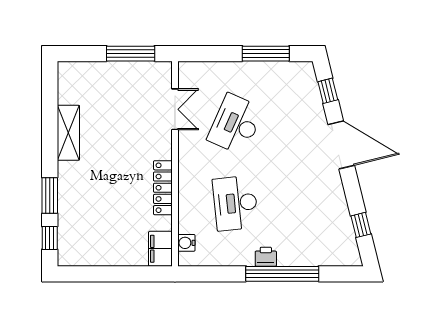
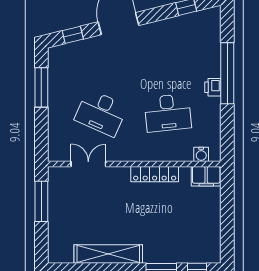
shelving: (68, 133) -> (108, 254), width x1.47

